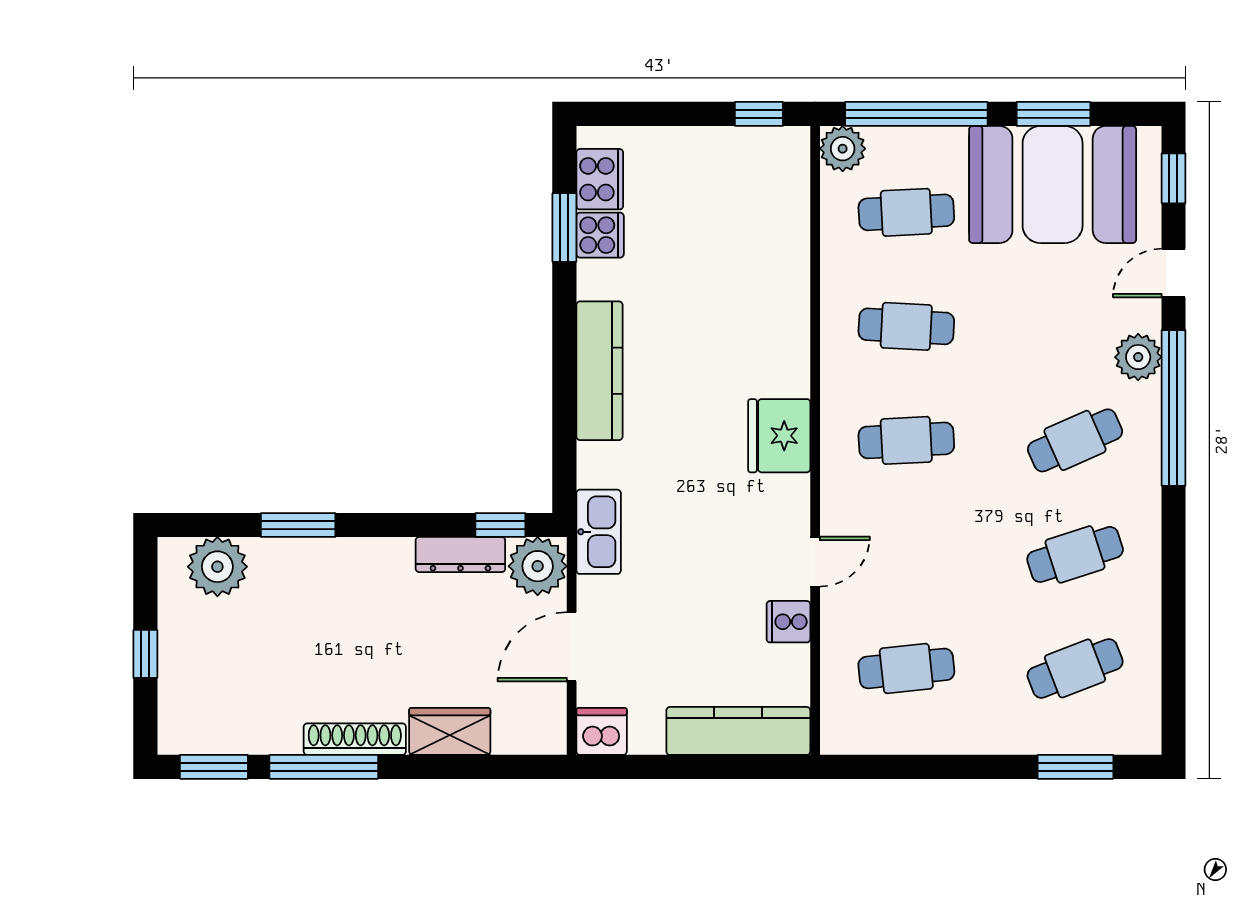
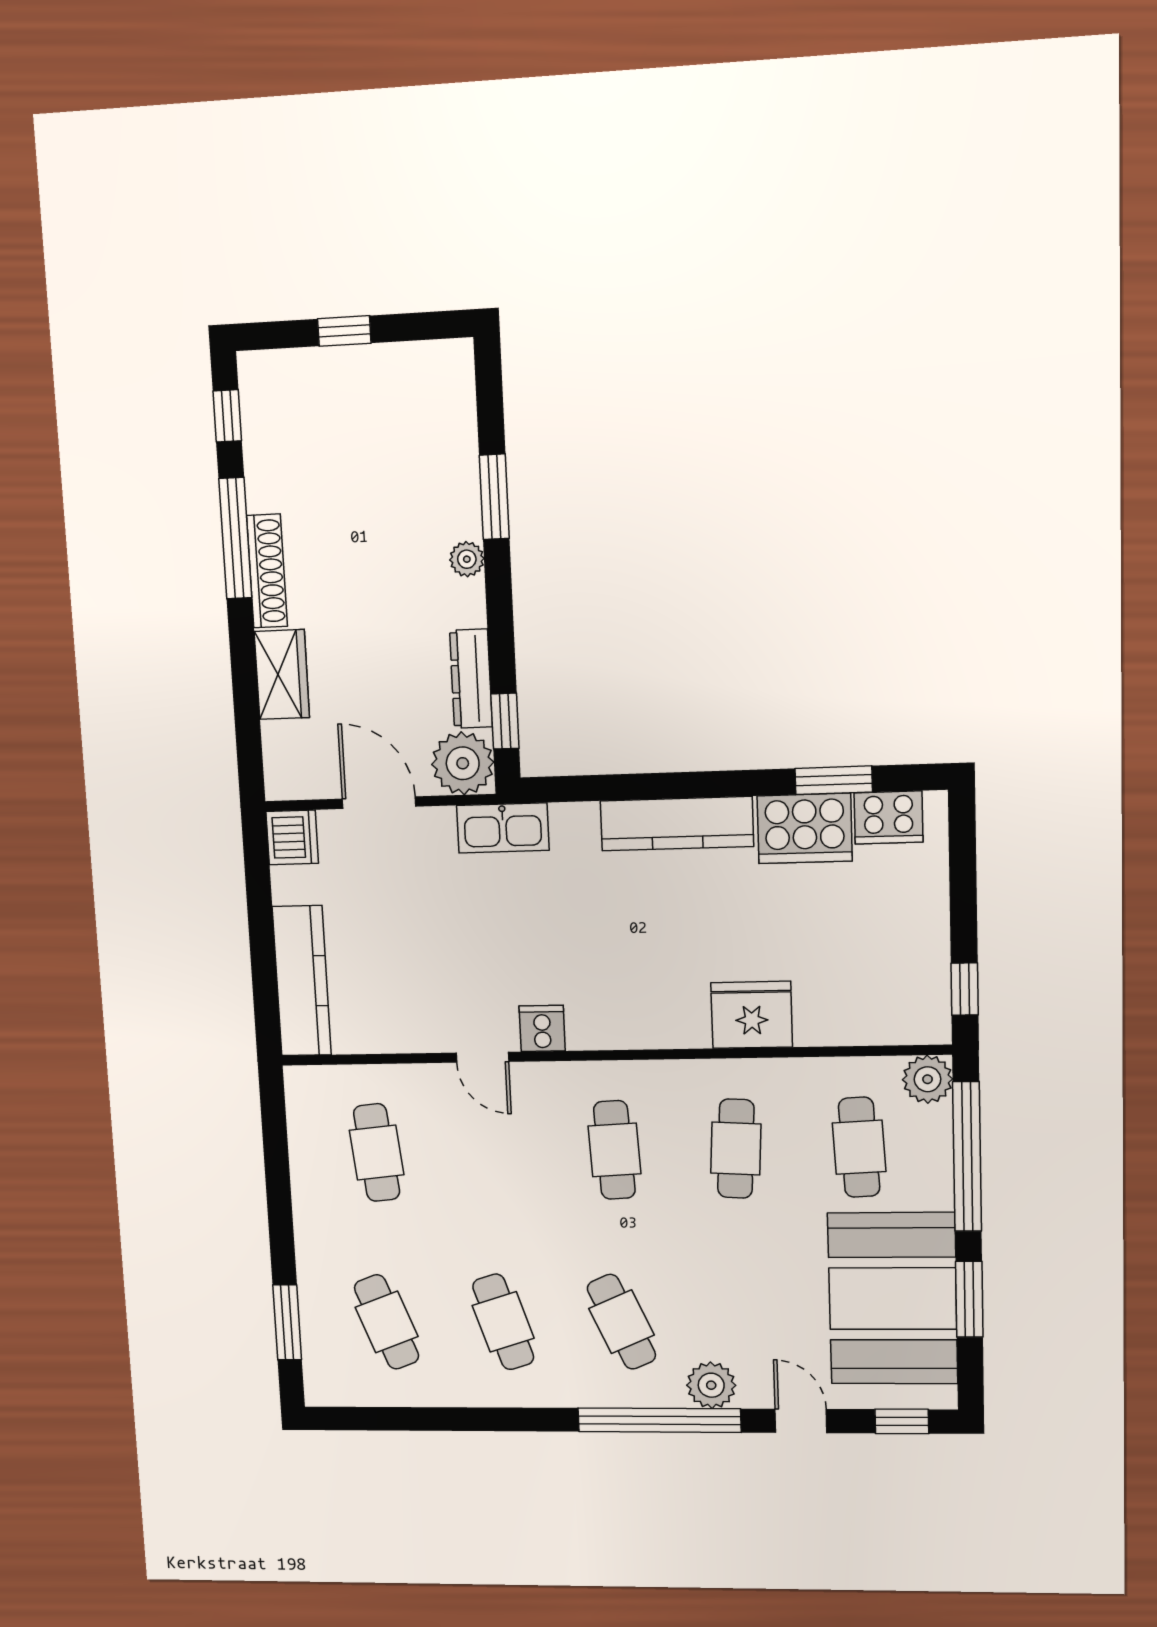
cooker: (600, 235) -> (805, 828), width x1.87, depth x1.31
fridge: (779, 436) -> (752, 1015), moved
plant: (217, 567) -> (467, 559), moved, width x0.53, depth x0.53
cooker: (788, 622) -> (542, 1028), moved
window: (214, 767) -> (227, 416), width x0.67

